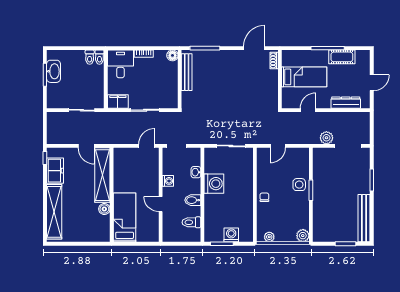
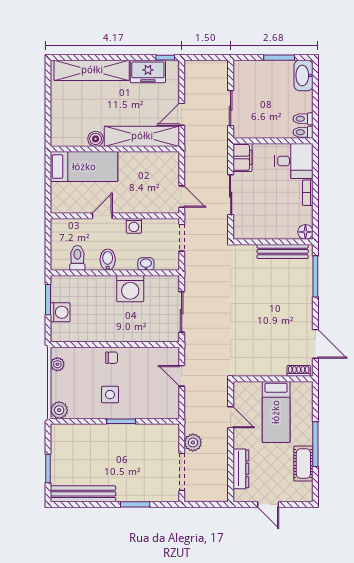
washbasin: (54, 71) -> (304, 75), moved, turned 90
side table: (299, 185) -> (110, 395), moved

